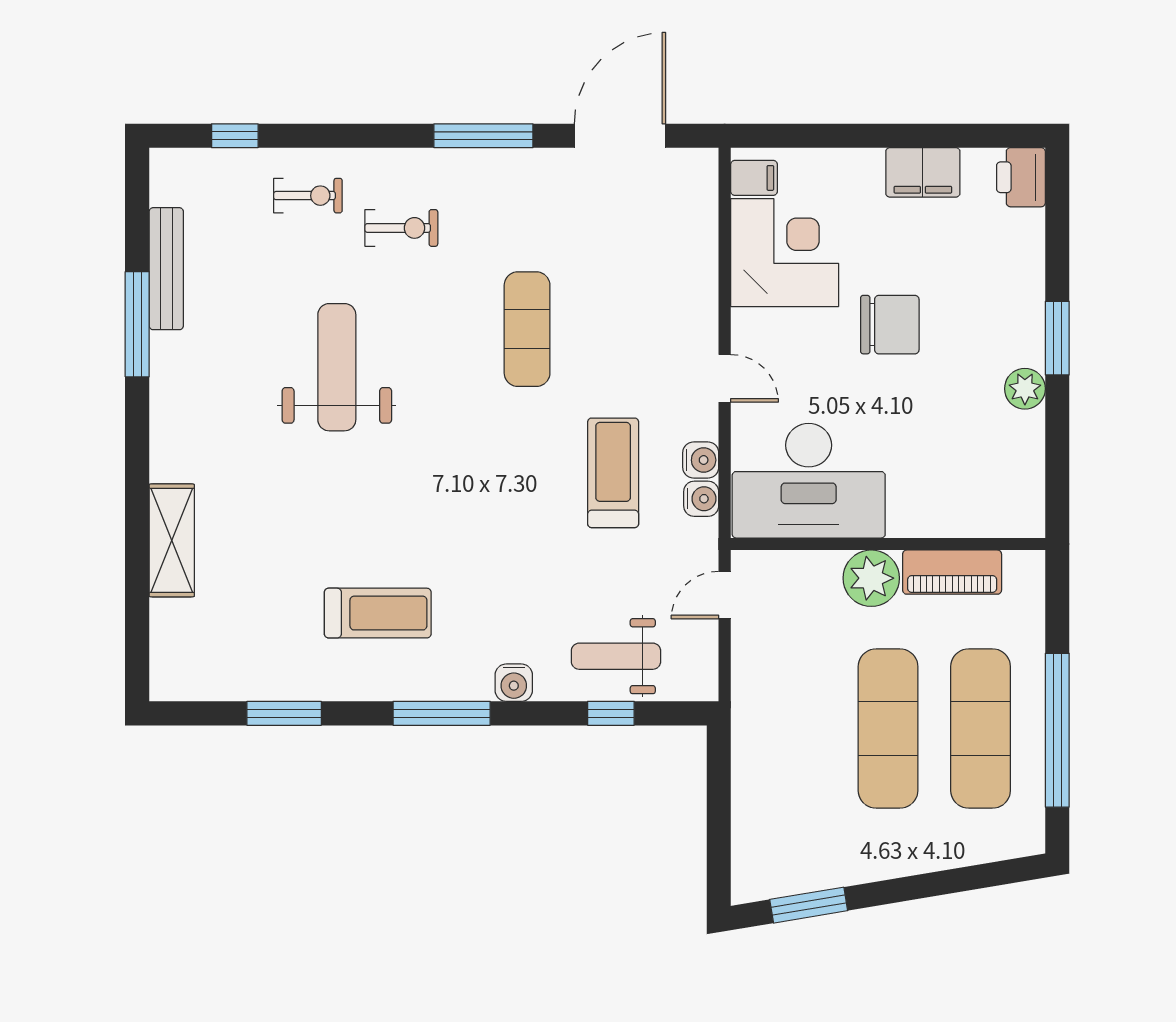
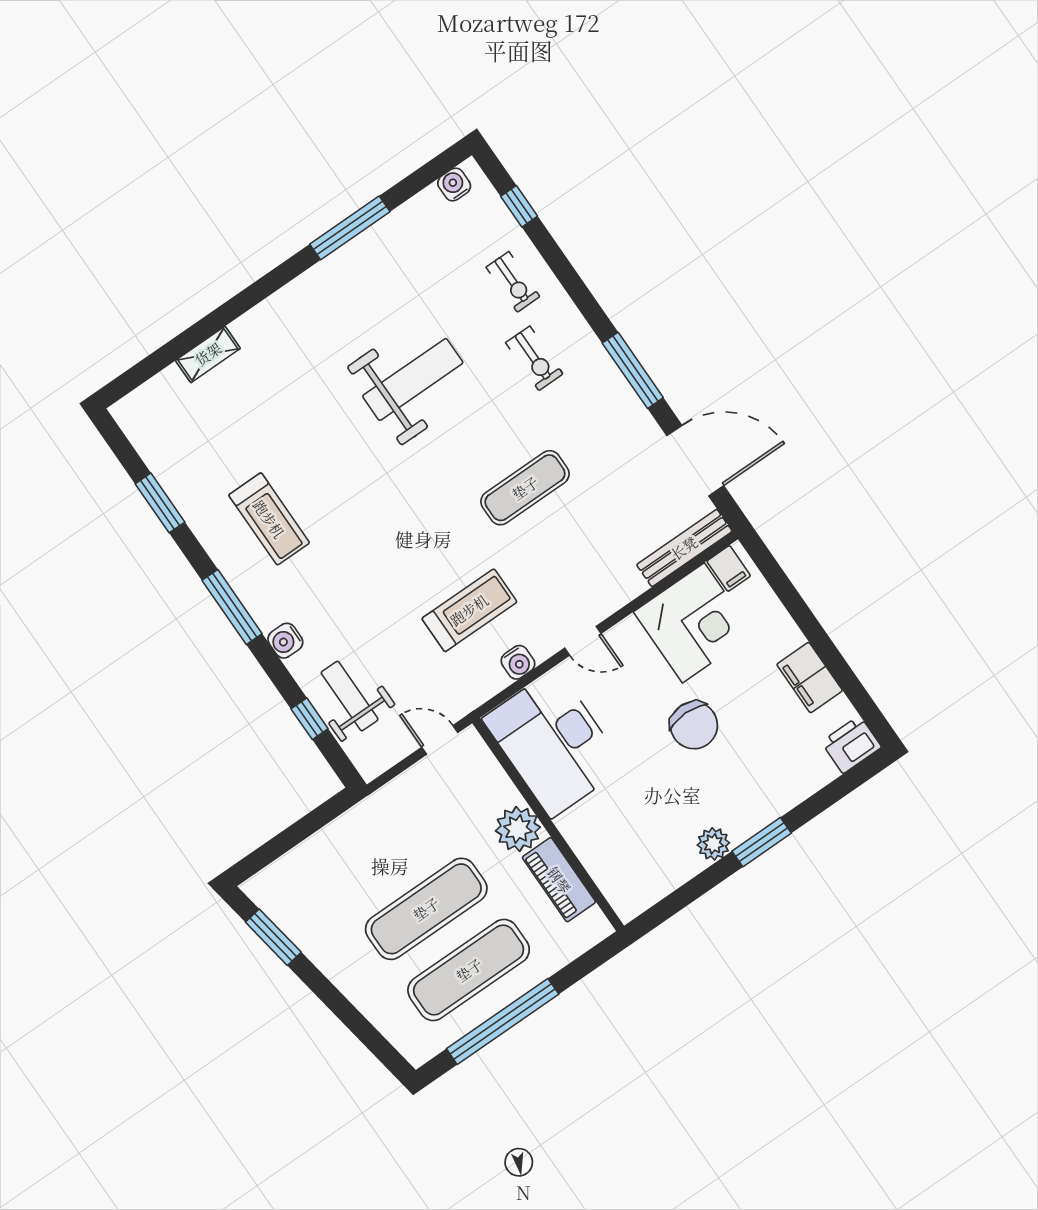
bench: (166, 269) -> (684, 548), moved
door: (725, 378) -> (583, 641), hinge flipped
water cooler: (701, 499) -> (454, 185), moved, turned 180
shelving: (172, 540) -> (208, 354), width x0.67, depth x0.75

